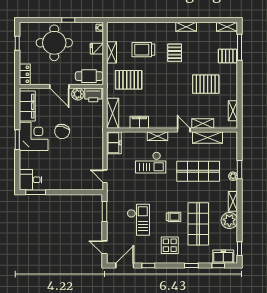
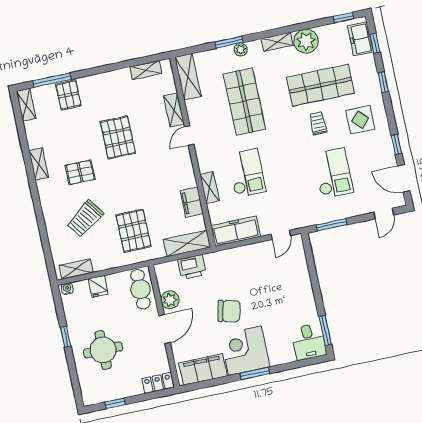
round table: (54, 43) -> (103, 350), width x0.73, depth x0.73
trolley: (143, 50) -> (85, 219), turned 54
shelving: (111, 52) -> (76, 269), moved
pallet: (206, 84) -> (118, 137), moved
printer: (93, 95) -> (192, 267), moved, turned 90
shelving: (158, 136) -> (210, 188), moved
shelving: (207, 138) -> (188, 77), moved
freezer: (114, 143) -> (236, 231), width x1.40
checkout: (138, 220) -> (333, 173), turned 90

